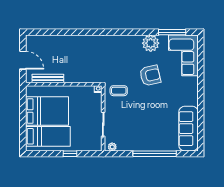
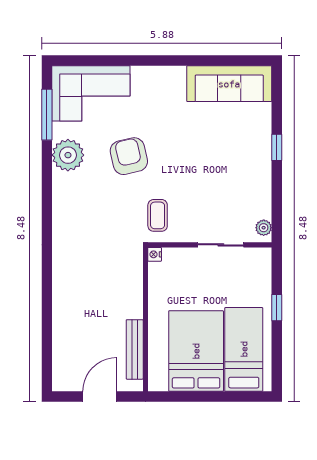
window: (155, 154) -> (277, 147), width x0.32

